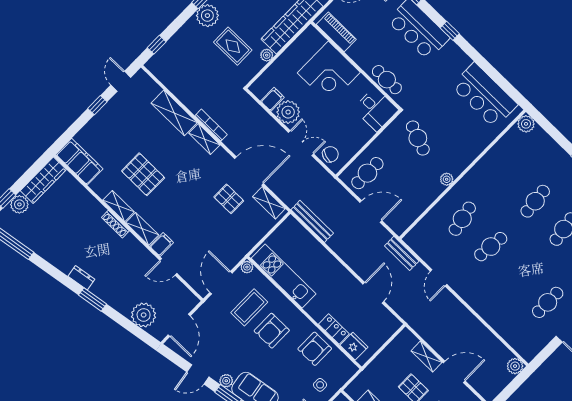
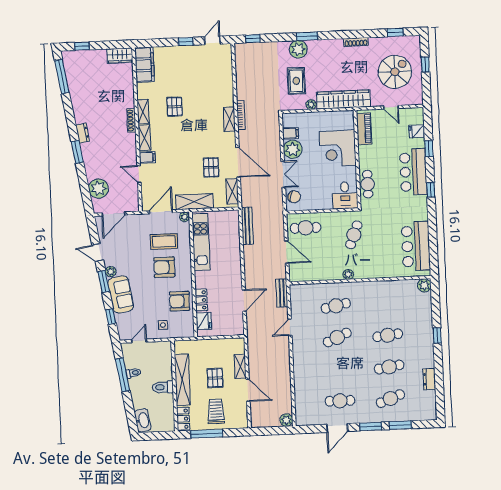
shelving: (174, 113) -> (194, 202), moved, turned 90
pallet: (143, 174) -> (175, 107), width x0.67, depth x0.71
wardrobe: (43, 180) -> (120, 55), width x0.67
plant: (19, 204) -> (86, 57), removed
cafe table: (491, 247) -> (337, 337), turned -30

